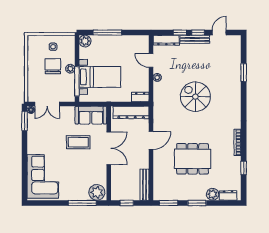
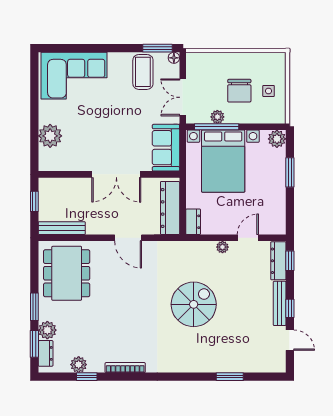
window: (107, 33) -> (290, 172), width x0.69
window: (180, 33) -> (290, 261), moved
chair: (53, 66) -> (239, 91), turned 90
plant: (70, 69) -> (217, 117), moved
bed with nightstands: (100, 77) -> (223, 161), width x1.36
double door: (47, 104) -> (183, 97), moved
coffee table: (78, 142) -> (143, 72), moved
dining table: (193, 159) -> (67, 273), moved
plant: (236, 173) -> (79, 365), added
plant: (97, 192) -> (50, 136), moved
window: (82, 203) -> (34, 135), removed
window: (169, 203) -> (34, 344), moved

